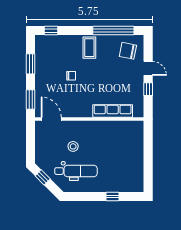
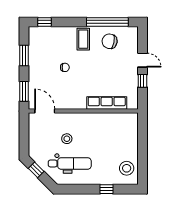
chair: (128, 51) -> (110, 41), moved
stool: (132, 176) -> (127, 168), added

